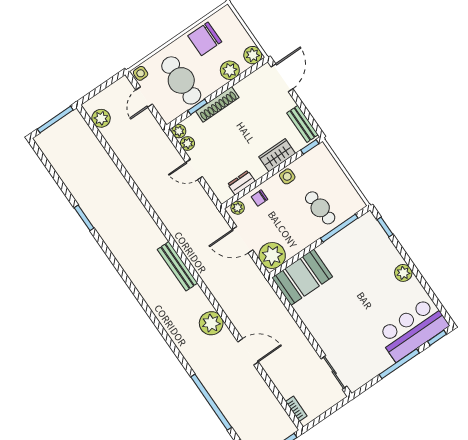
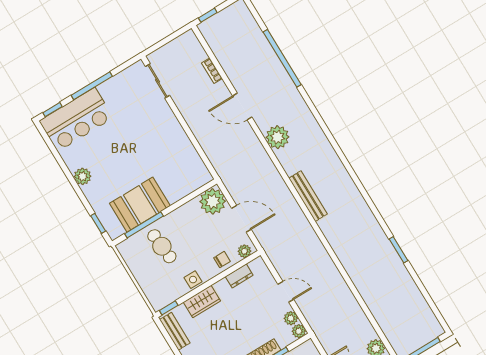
booth: (302, 277) -> (140, 205), moved
bookcase: (296, 409) -> (212, 71), moved

